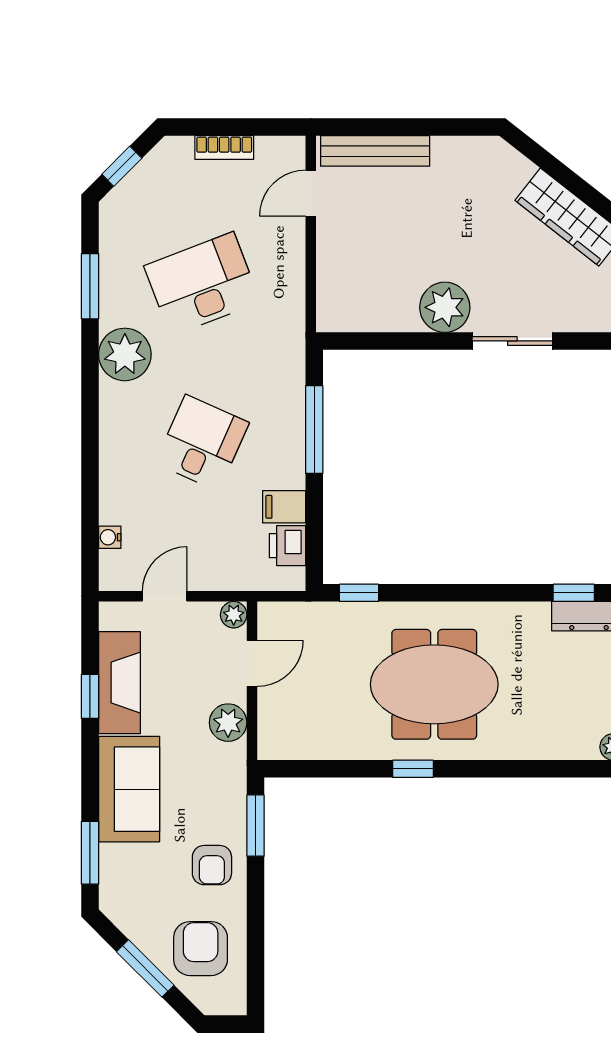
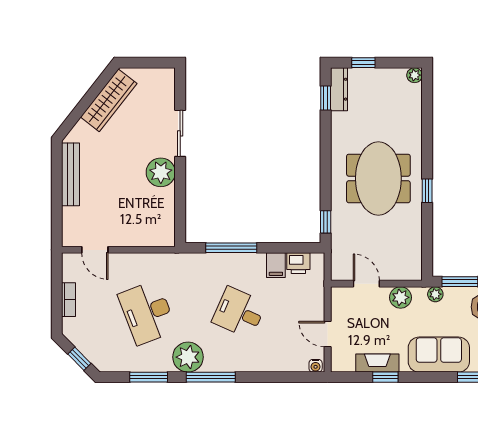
bench: (375, 151) -> (71, 174), moved
window: (90, 394) -> (211, 377), added
water cooler: (110, 537) -> (316, 366), moved
plant: (234, 615) -> (435, 294), moved
fireplace: (119, 683) -> (377, 363), width x0.73, depth x0.76

